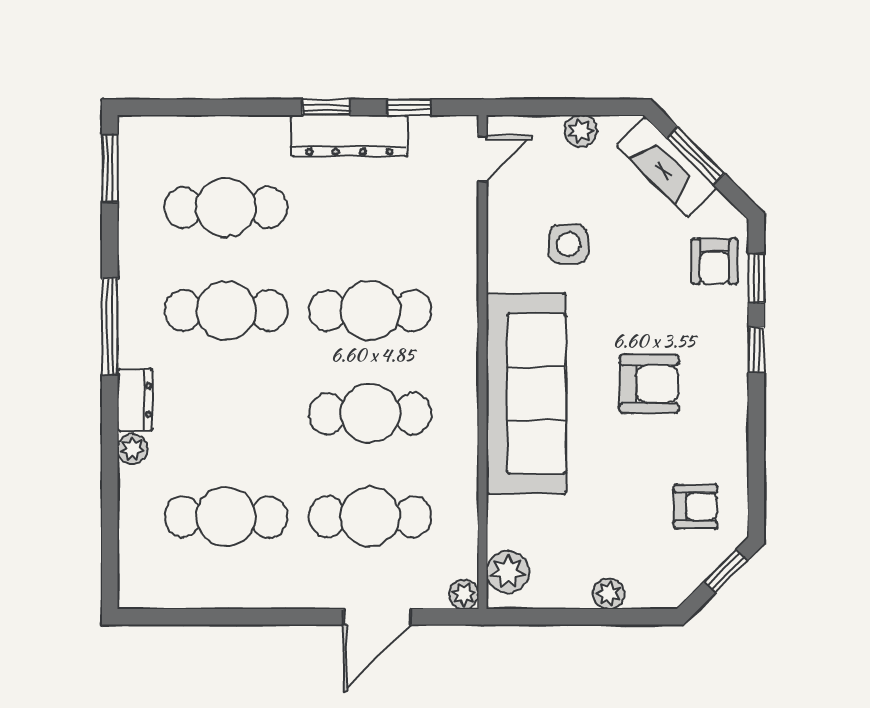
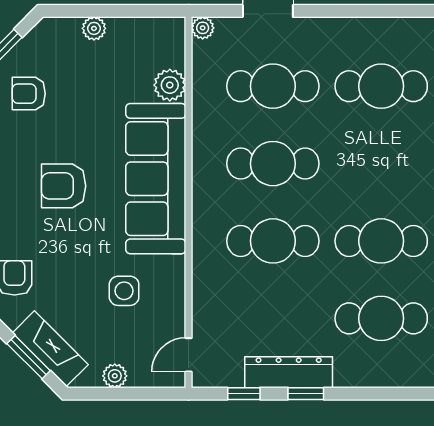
plant: (508, 572) -> (170, 85), moved

